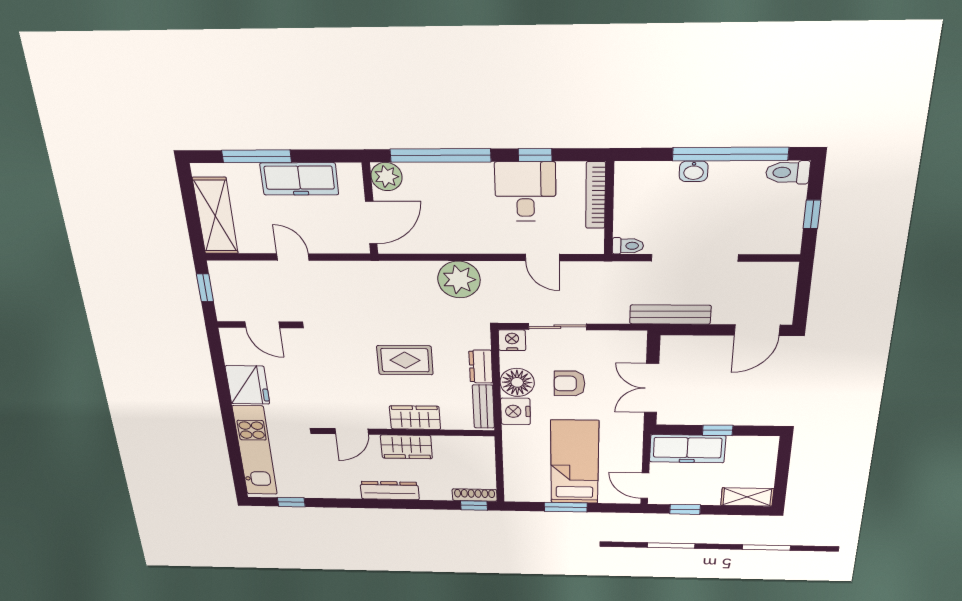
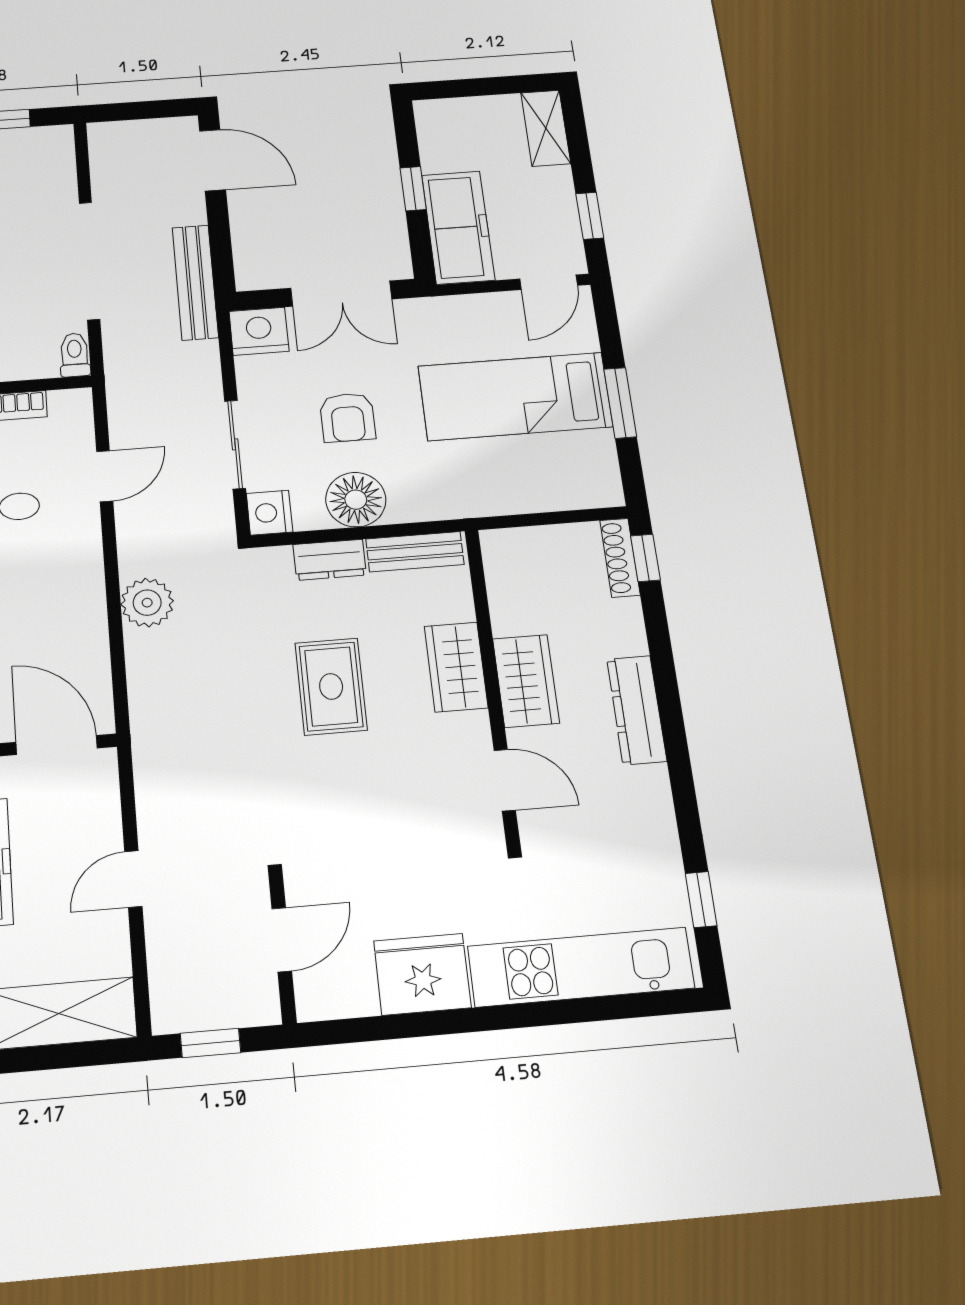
plant: (459, 280) -> (147, 603), width x0.73, depth x0.73
nightstand: (516, 411) -> (259, 331), moved, turned 180

